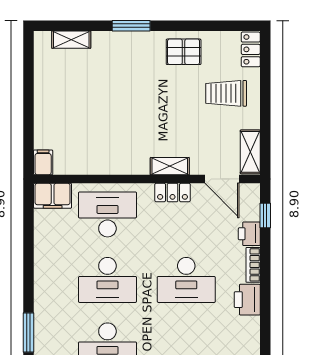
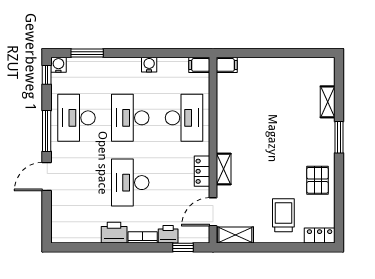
shelving: (71, 40) -> (328, 102), moved
filing cabinet: (53, 196) -> (199, 65), width x0.50
water cooler: (43, 257) -> (149, 65), added

